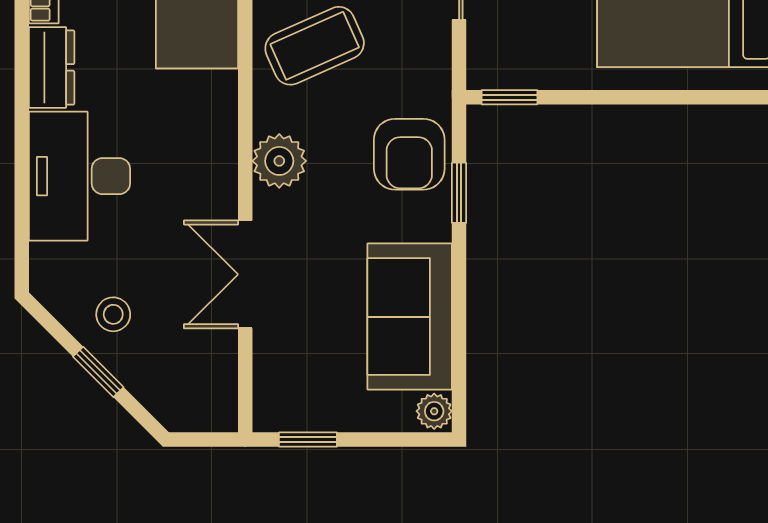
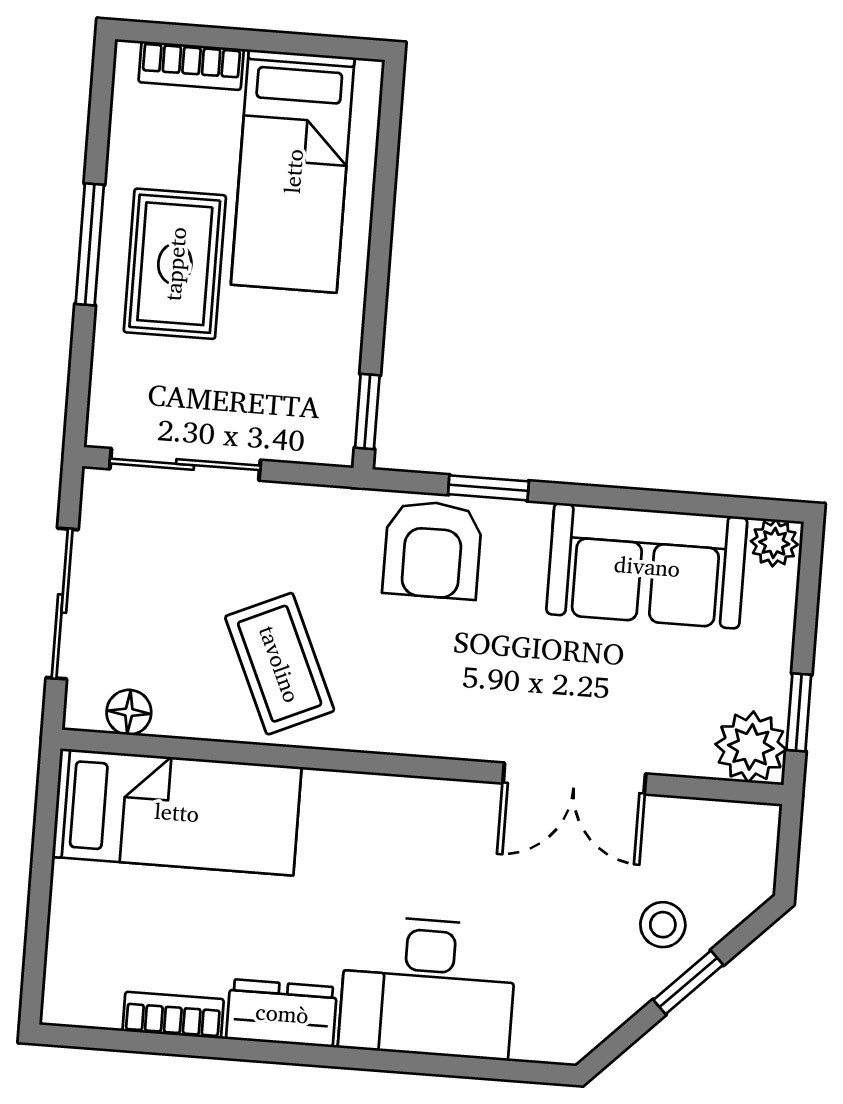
armchair: (409, 154) -> (432, 550), turned 90
plant: (279, 161) -> (751, 747), moved
stool: (113, 314) -> (663, 925), moved

